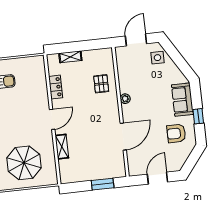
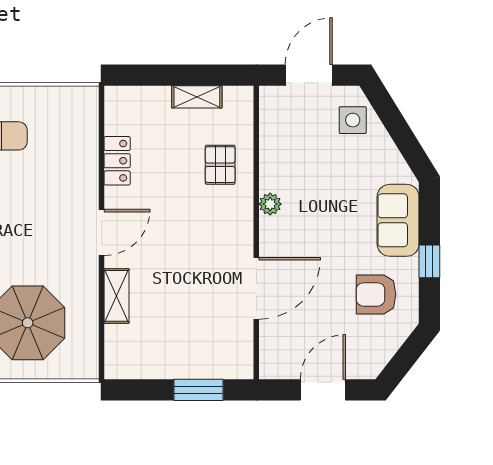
shelving: (70, 57) -> (197, 97), moved

